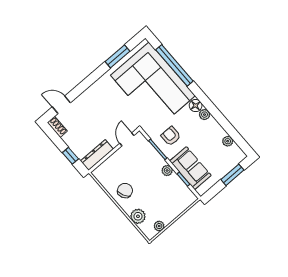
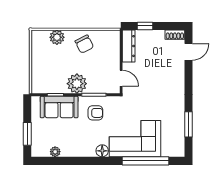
corner sofa: (153, 86) -> (135, 139), width x0.73, depth x0.74
plant: (204, 115) -> (90, 152), removed
plant: (167, 170) -> (77, 84), width x1.87, depth x1.87
plant: (159, 226) -> (36, 47), removed

